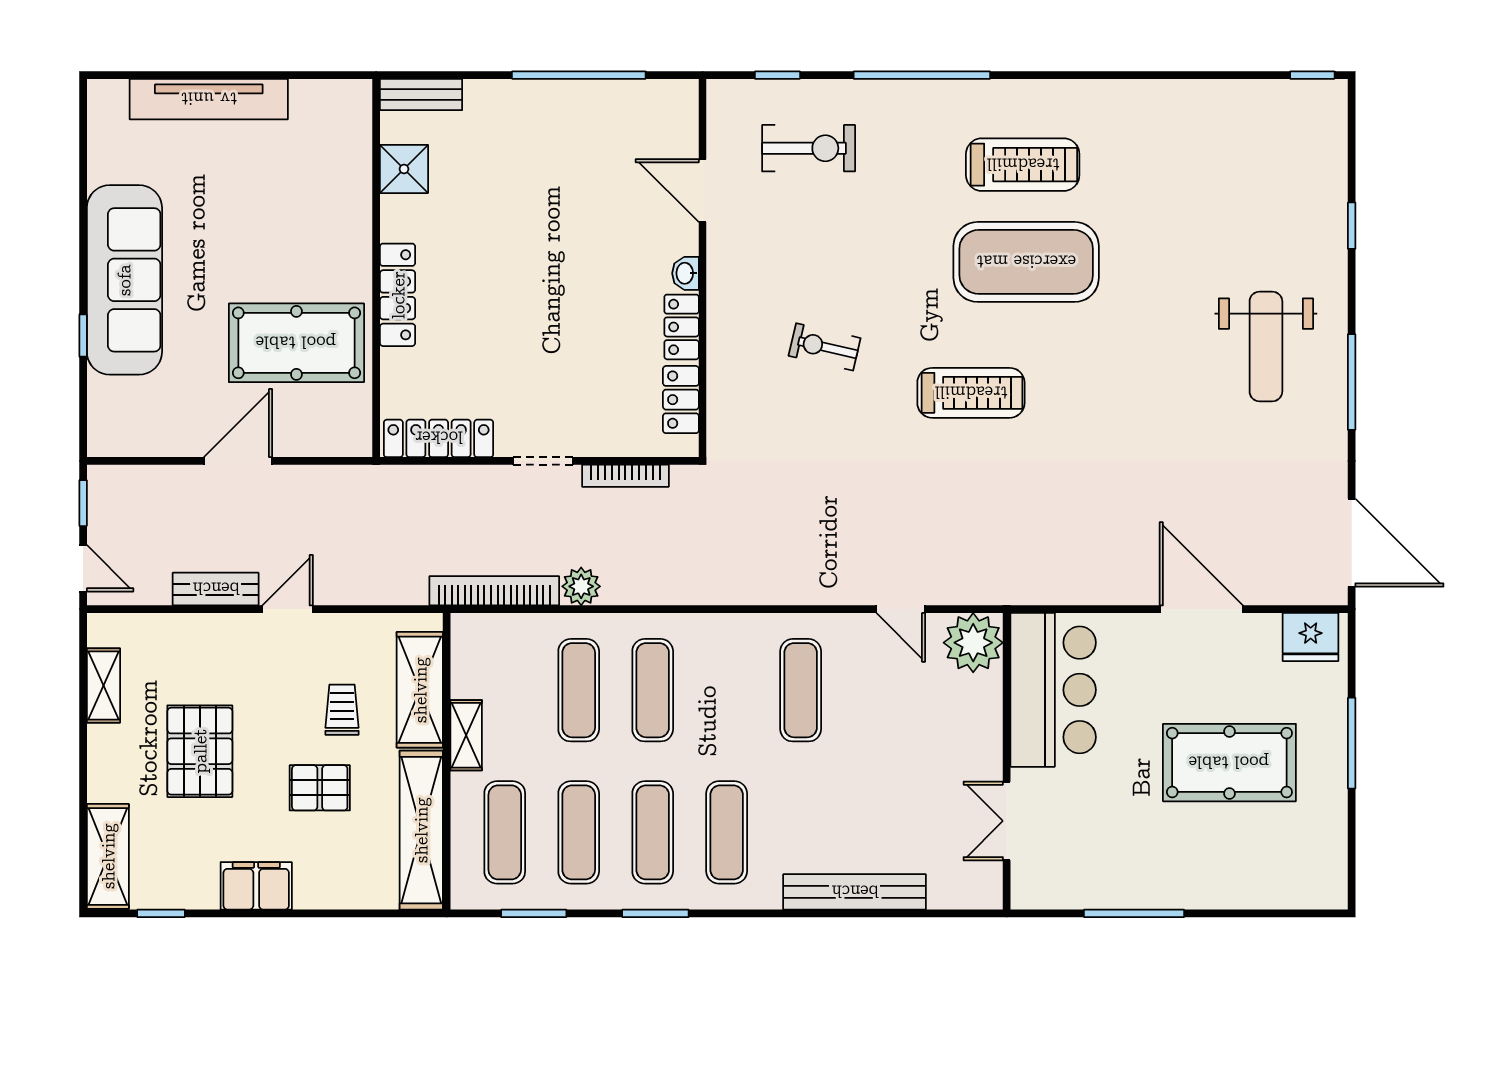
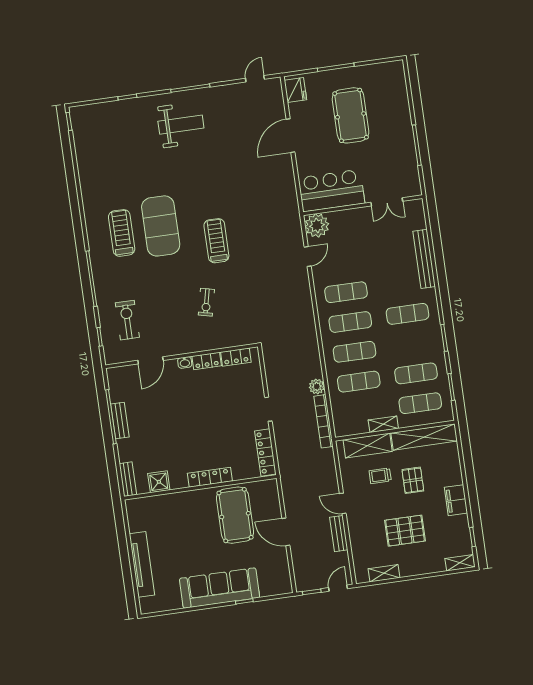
bench: (567, 95) -> (120, 420), added
bookcase: (625, 476) -> (270, 375), removed
door: (1352, 543) -> (255, 79), width x0.53
exercise mat: (653, 832) -> (350, 322), moved
shelving: (108, 856) -> (460, 563), width x0.67, depth x0.75

